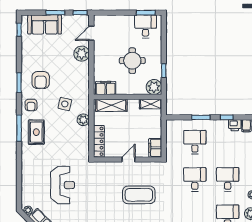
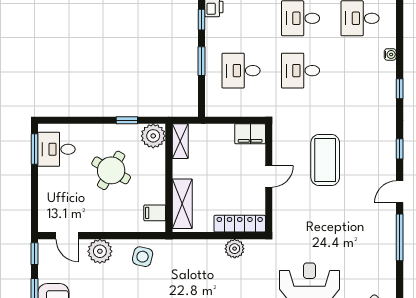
round table: (132, 61) -> (111, 170), turned 30
filing cabinet: (106, 88) -> (155, 213), width x0.50
side table: (65, 104) -> (143, 257), moved
plant: (83, 120) -> (235, 249), moved
door: (129, 159) -> (269, 176), swing flipped

